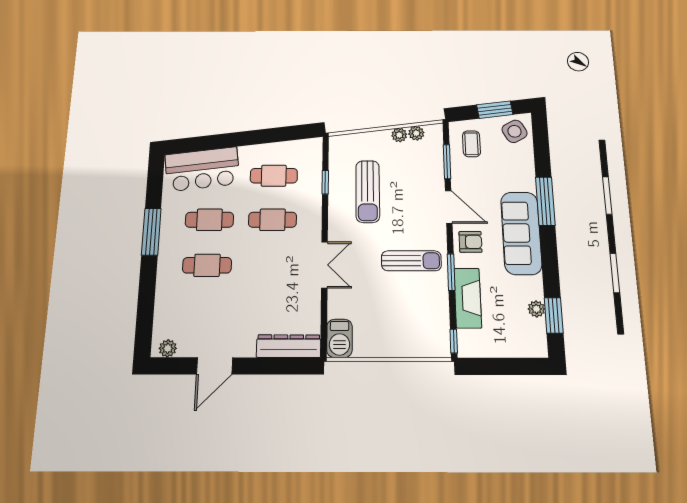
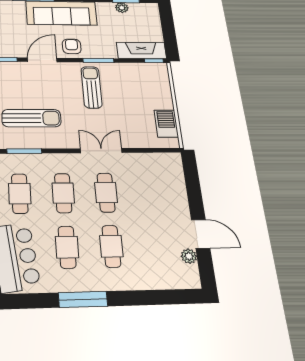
window: (325, 182) -> (24, 151), width x1.50
cafe table: (271, 265) -> (106, 193), added
fireplace: (468, 298) -> (141, 51), moved
barbecue: (339, 338) -> (166, 124), moved, turned -90
dresser: (289, 346) -> (175, 176), removed
plant: (168, 348) -> (189, 256), moved

